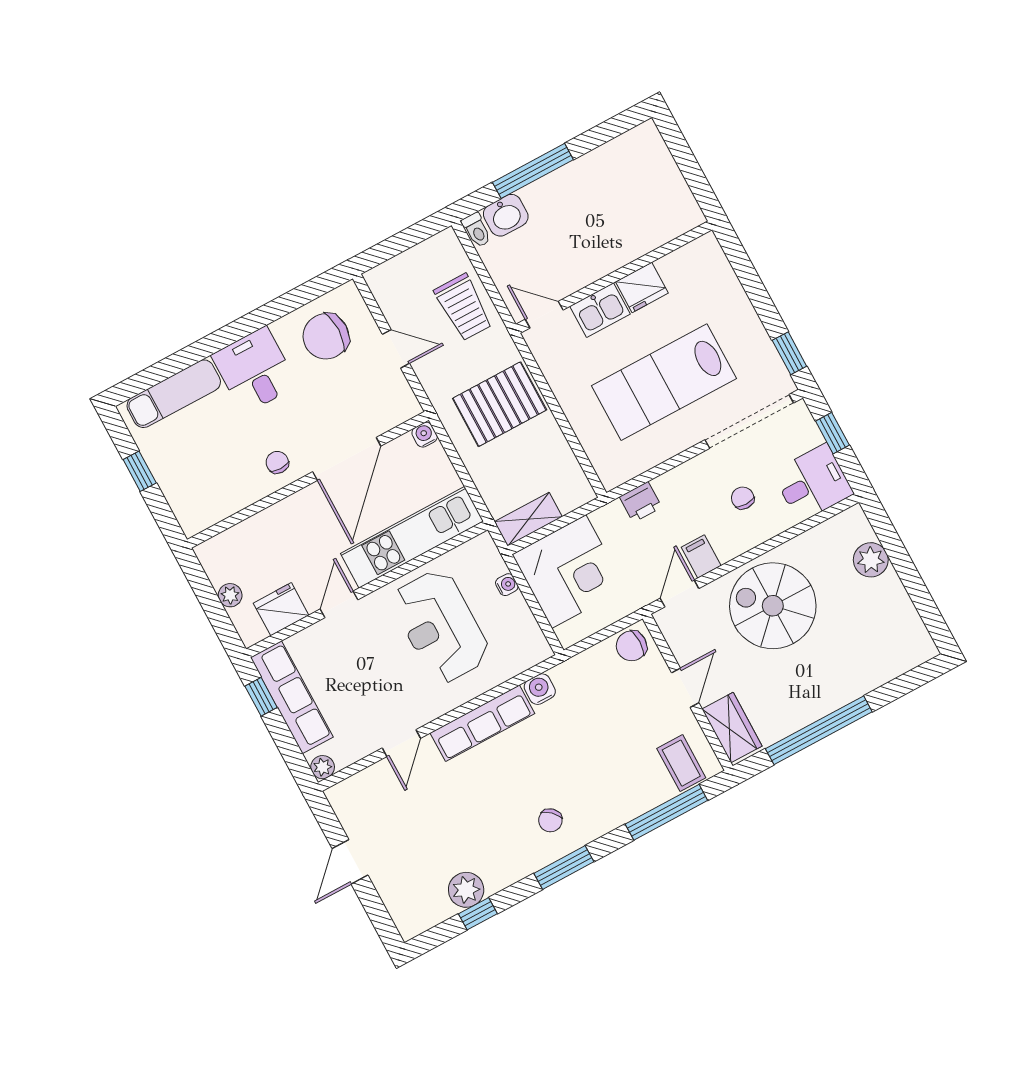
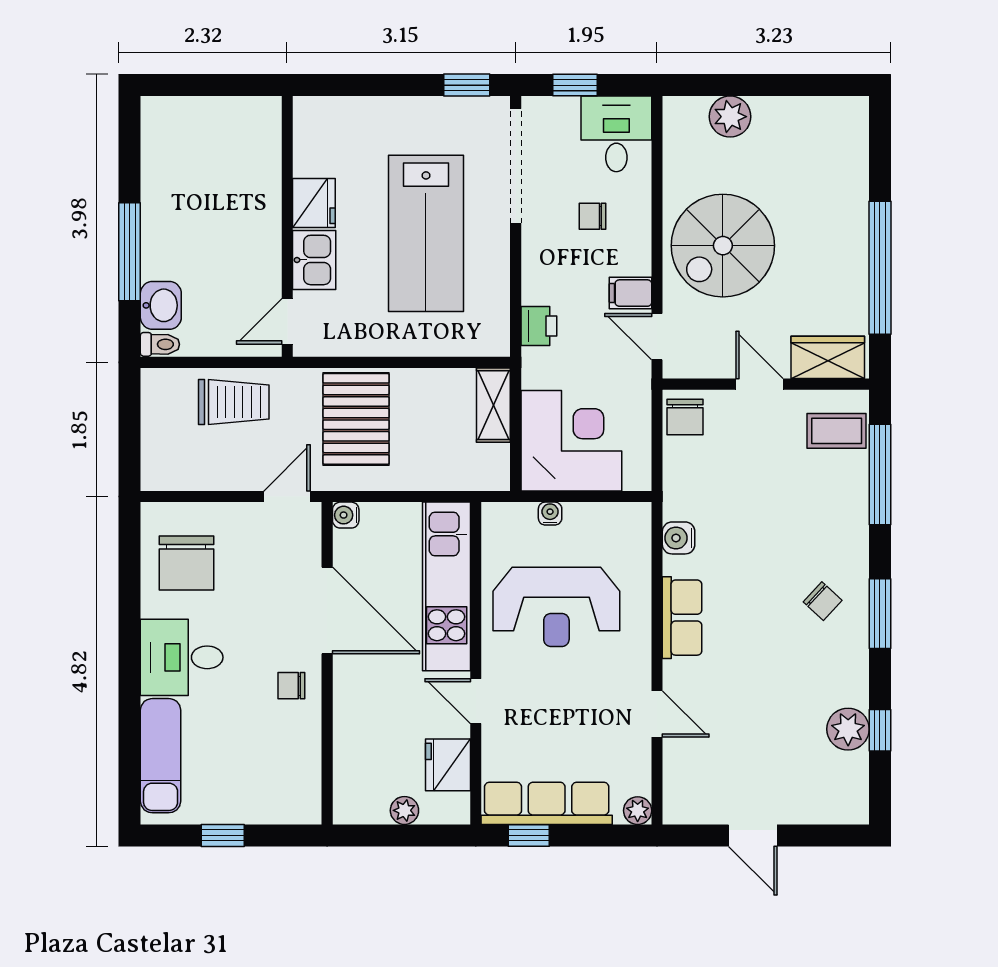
door: (396, 349) -> (287, 496), moved
shelving: (528, 519) -> (493, 405), moved
row of seats: (482, 723) -> (682, 618), width x0.68

